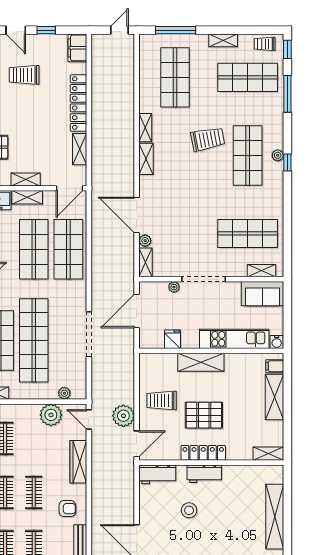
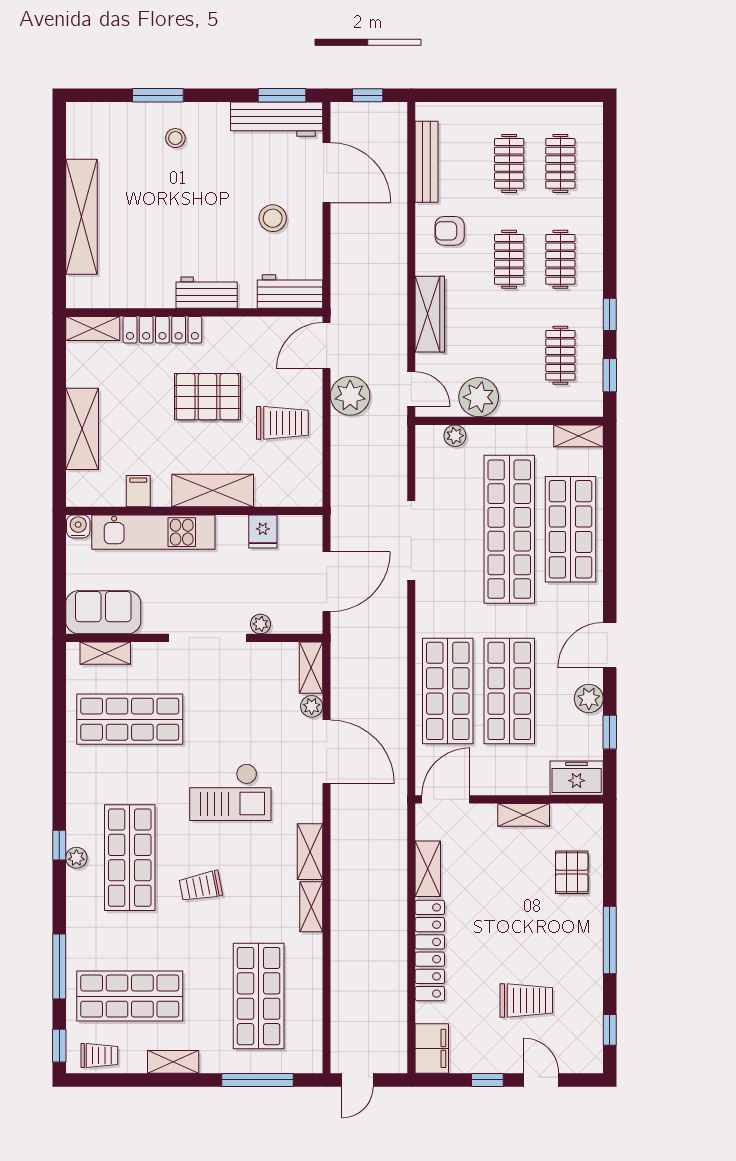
trolley: (208, 139) -> (201, 886), width x0.73, depth x0.72
checkout: (191, 192) -> (230, 792), added
shelving: (27, 197) -> (521, 783), removed
filing cabinet: (275, 366) -> (138, 491), moved, turned -90
locker: (203, 453) -> (162, 330), moved
stool: (189, 510) -> (273, 218), moved

